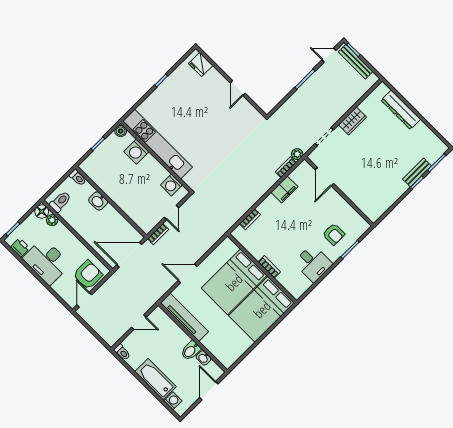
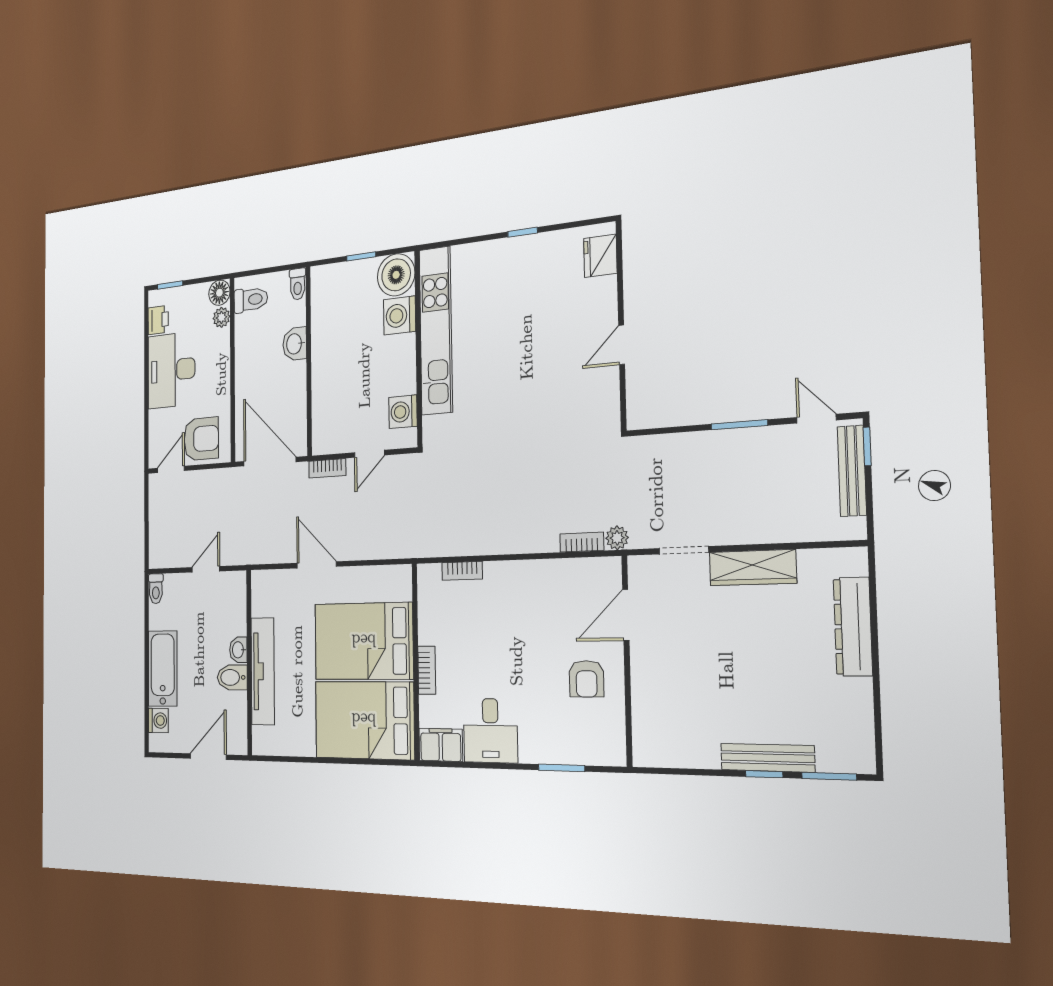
wardrobe: (352, 121) -> (753, 568), width x1.50
boiler: (121, 131) -> (396, 275), width x1.86, depth x1.86
bench: (417, 173) -> (767, 758), width x1.36
filing cabinet: (284, 189) -> (441, 745), moved, turned 180
armchair: (334, 234) -> (586, 679), moved
tv unit: (184, 317) -> (263, 671), moved
door: (139, 322) -> (206, 569), swing flipped
washbasin: (204, 358) -> (238, 650), moved

